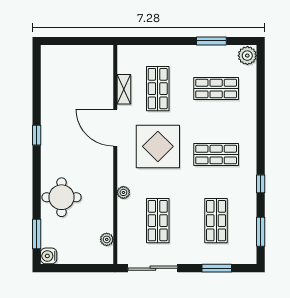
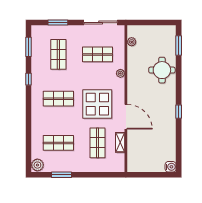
shop shelf: (158, 221) -> (97, 54), turned 90
water cooler: (49, 256) -> (171, 167), moved

